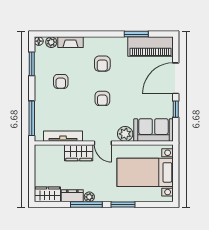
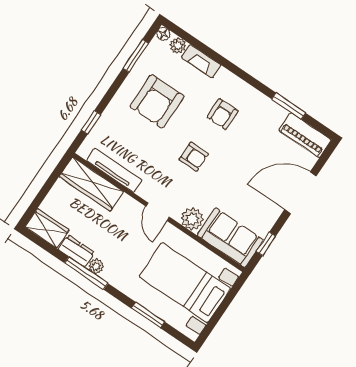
piano: (150, 47) -> (305, 135), width x0.73, depth x0.75
armchair: (61, 81) -> (157, 101), width x1.88, depth x1.88
armchair: (102, 98) -> (194, 157), turned -90
window: (176, 109) -> (266, 244), moved
window: (32, 118) -> (91, 122), width x0.46
wardrobe: (79, 153) -> (91, 184), moved, width x1.50
window: (123, 205) -> (148, 315), moved

